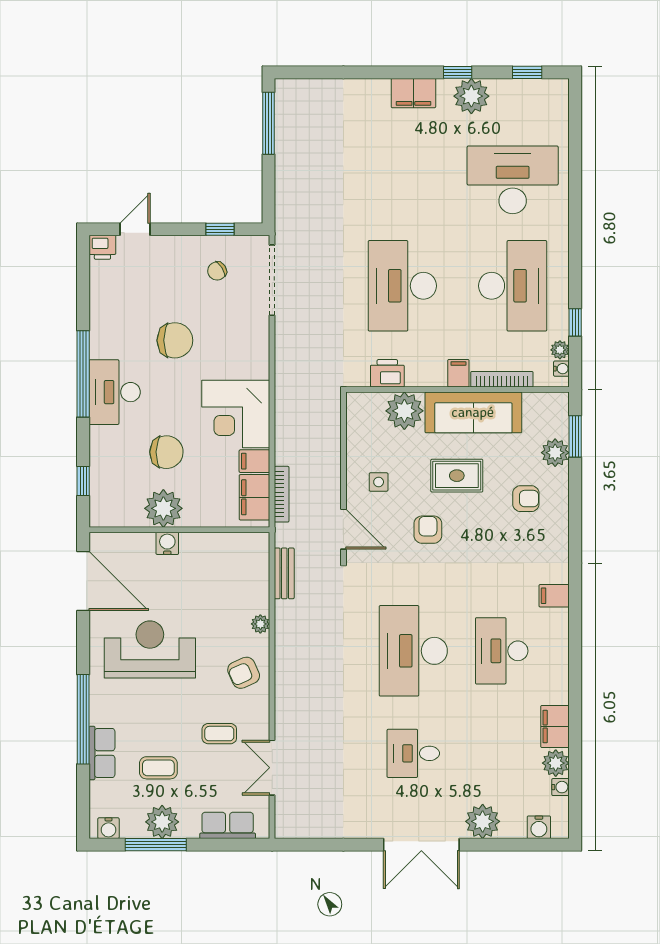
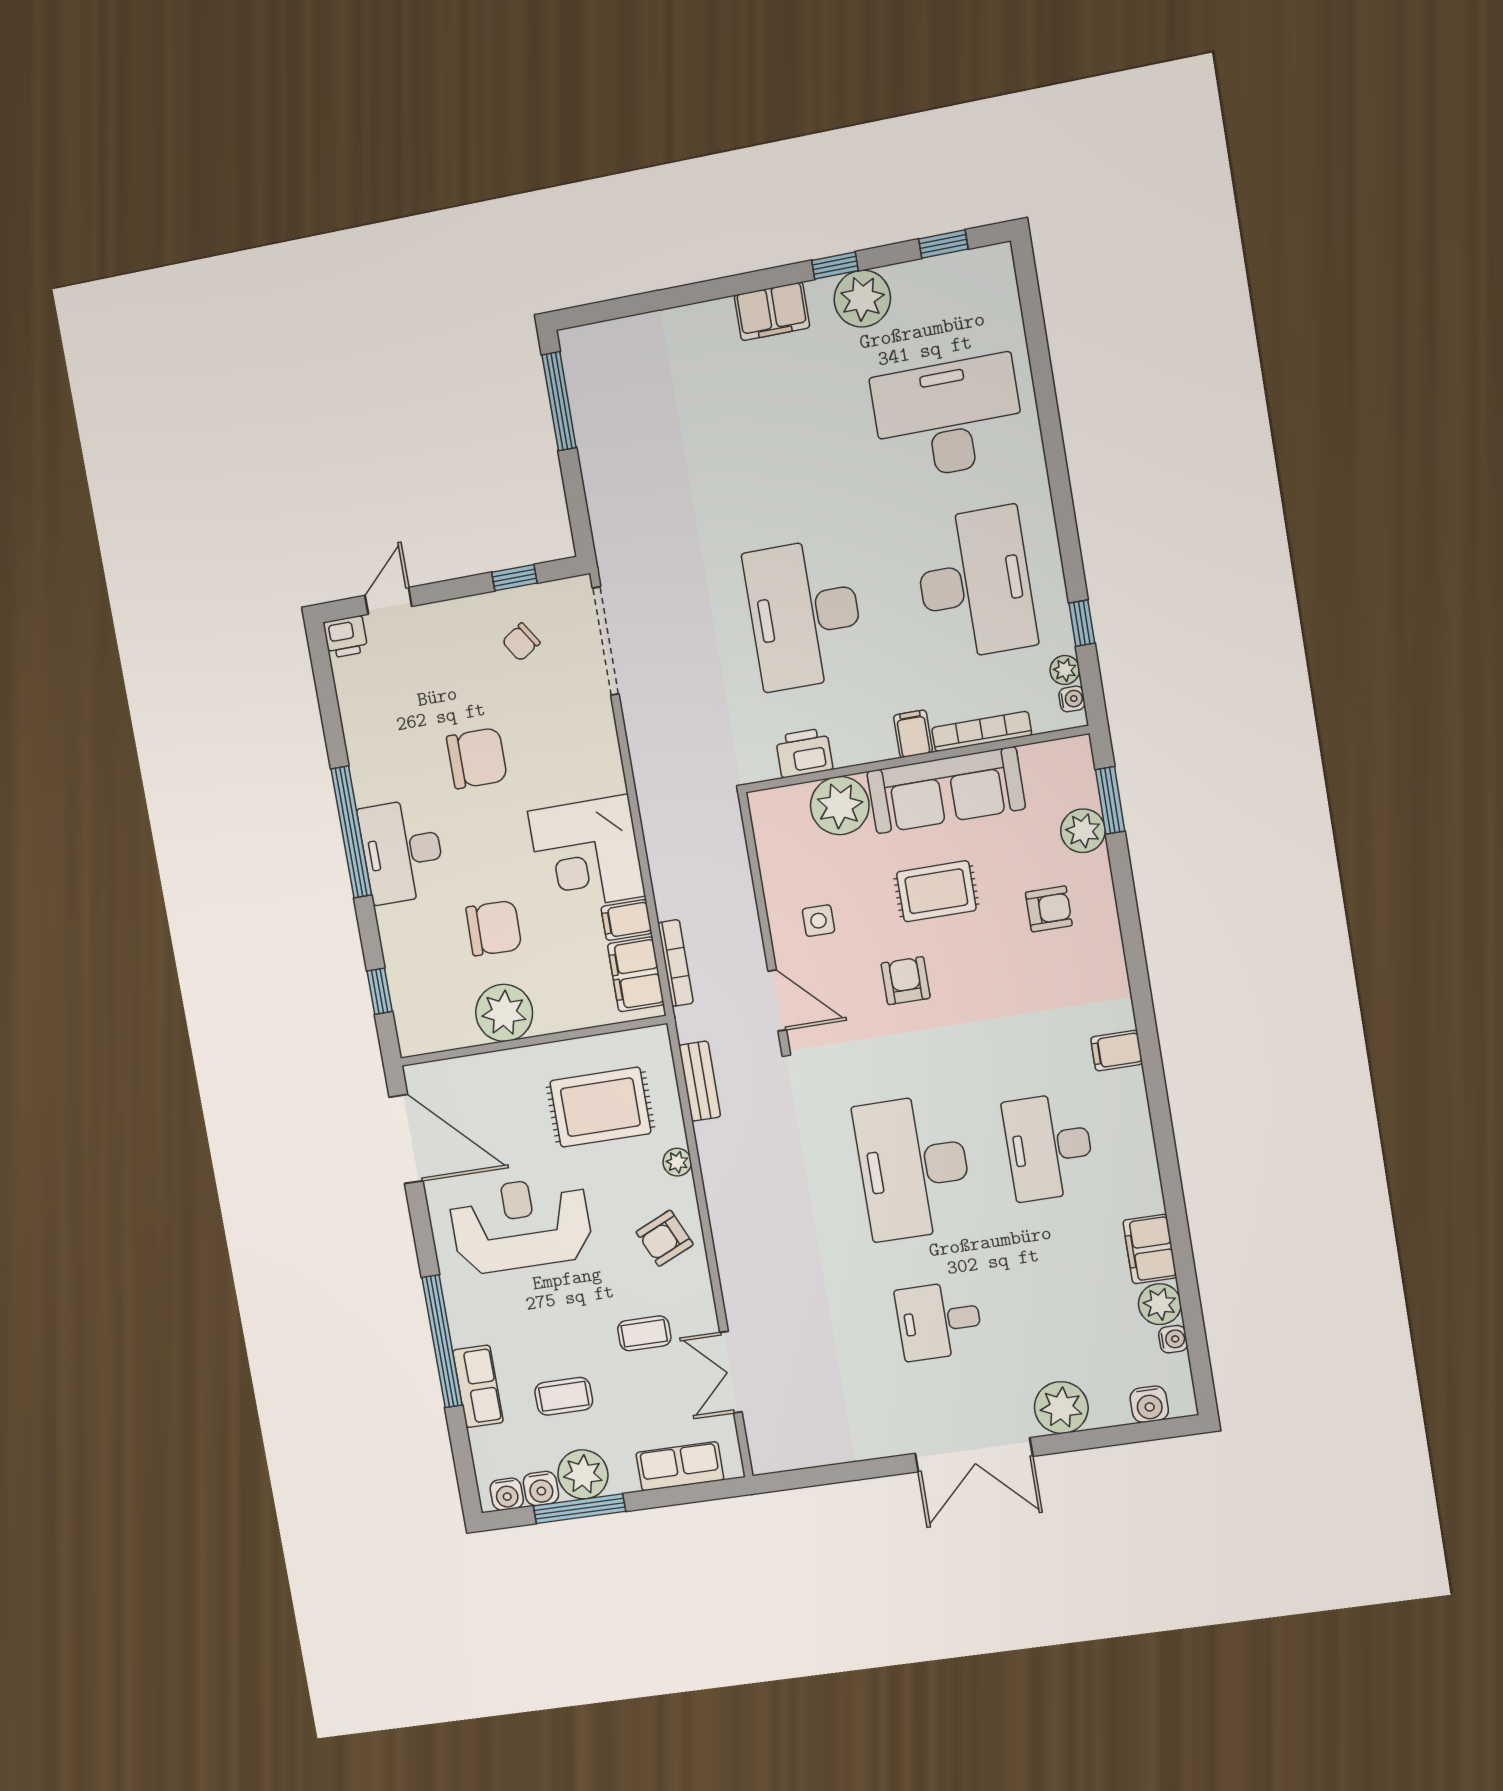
water cooler: (167, 543) -> (541, 1488), moved, turned 180
rug: (216, 580) -> (600, 1107), added

